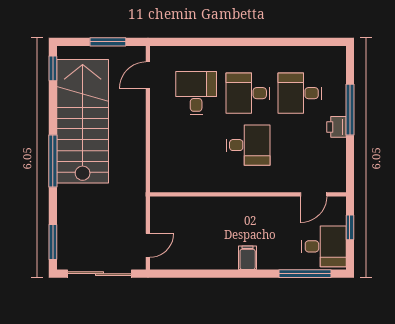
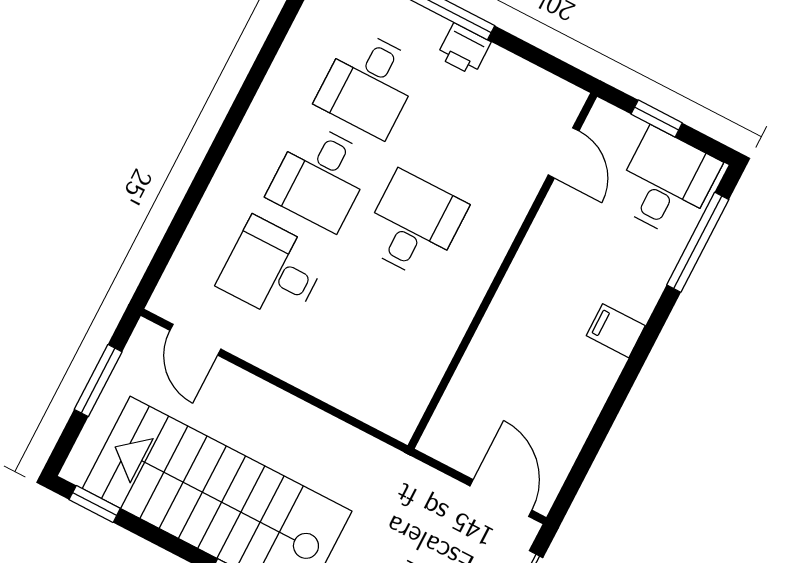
door: (148, 245) -> (501, 498), width x1.37

